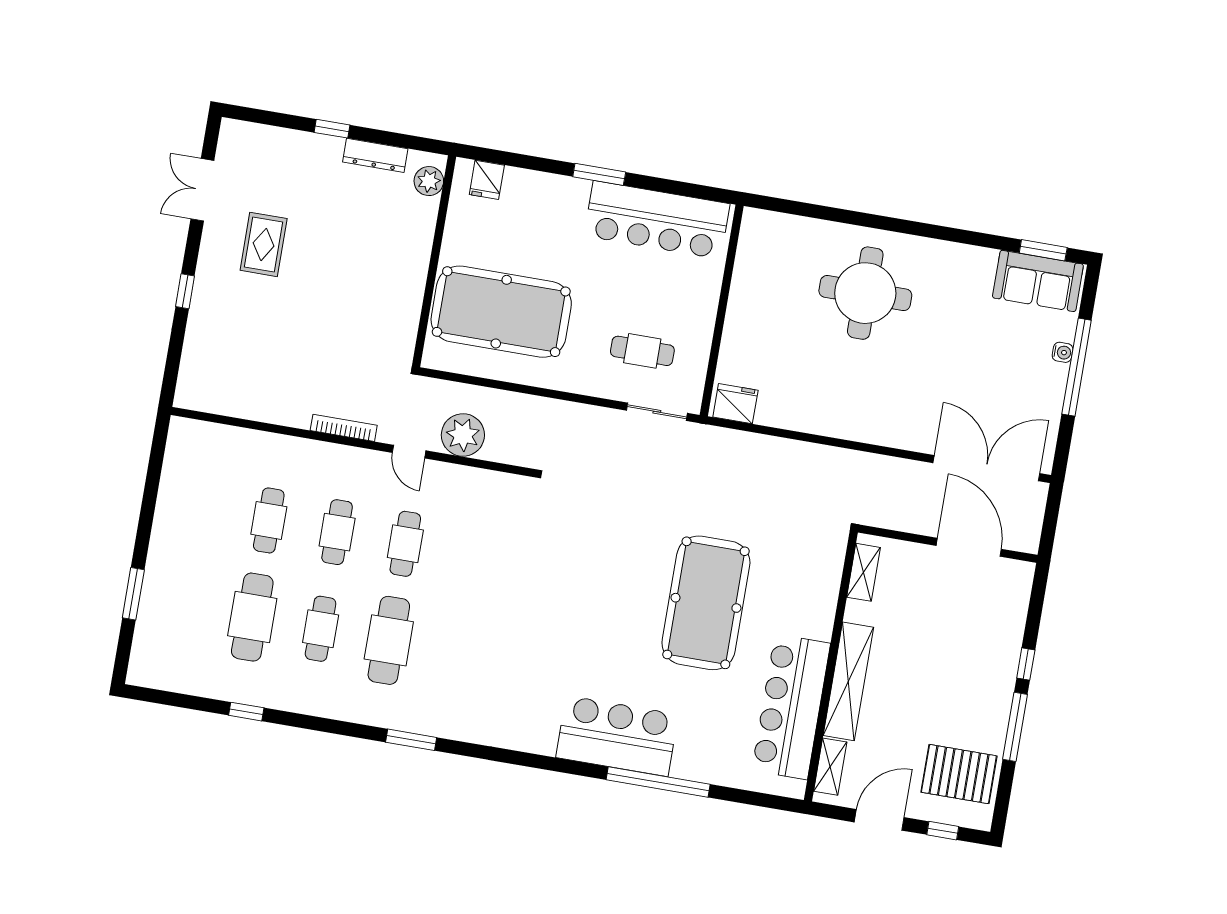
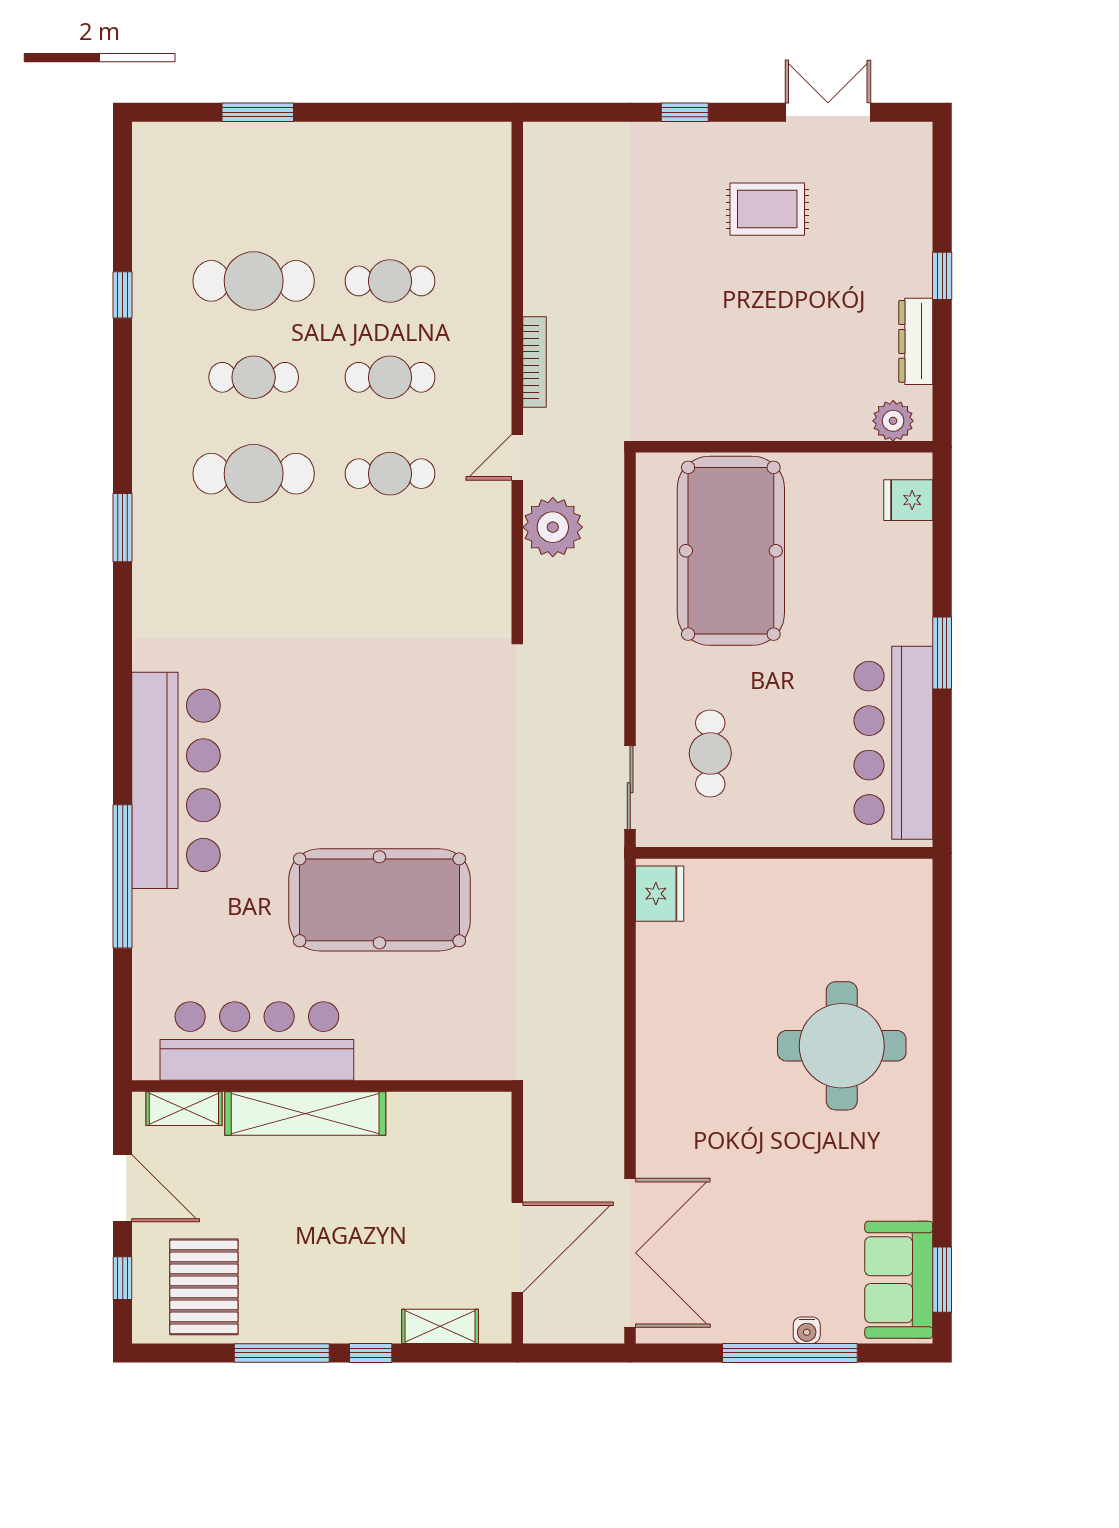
shelving: (864, 572) -> (440, 1326), moved
bar counter: (617, 736) -> (176, 780), width x1.36

